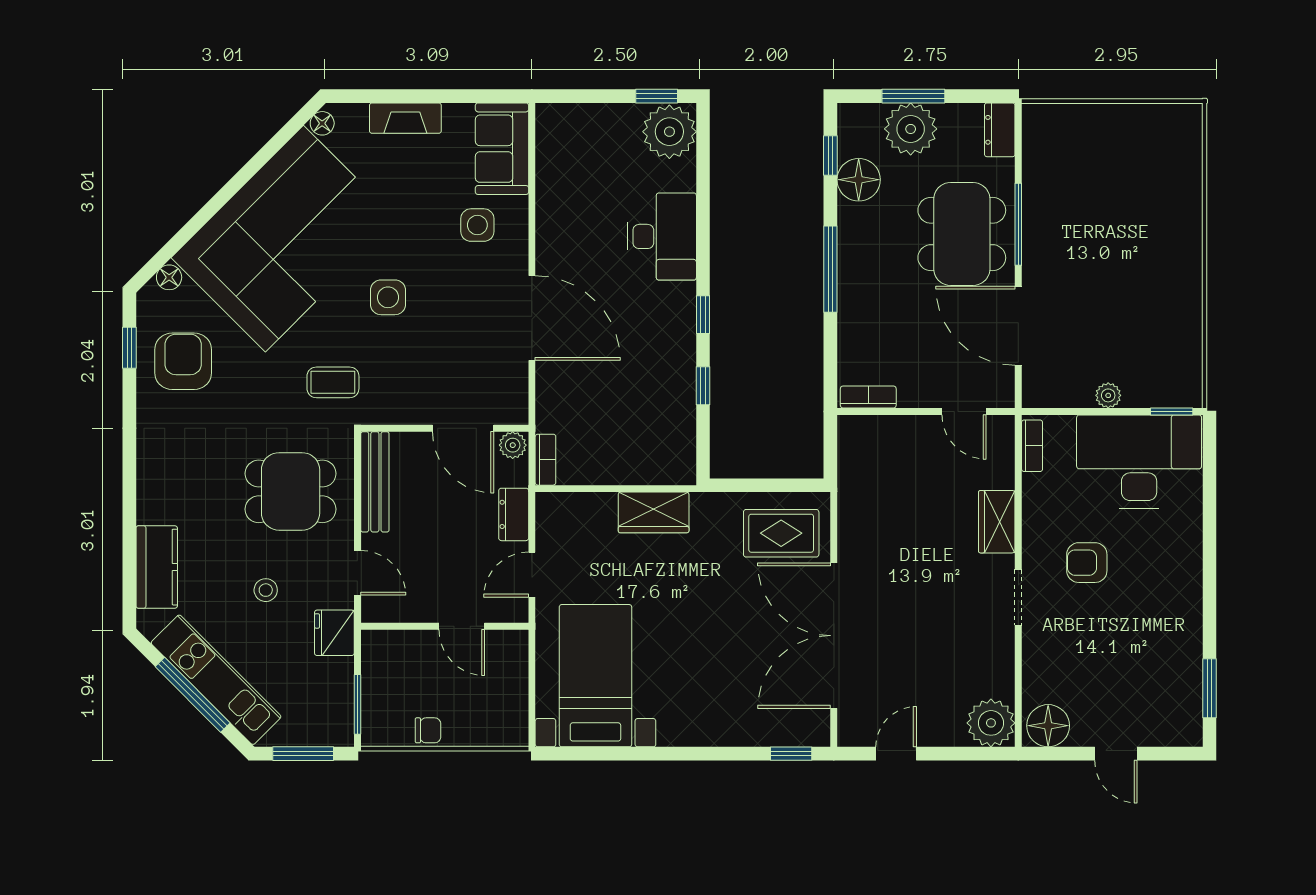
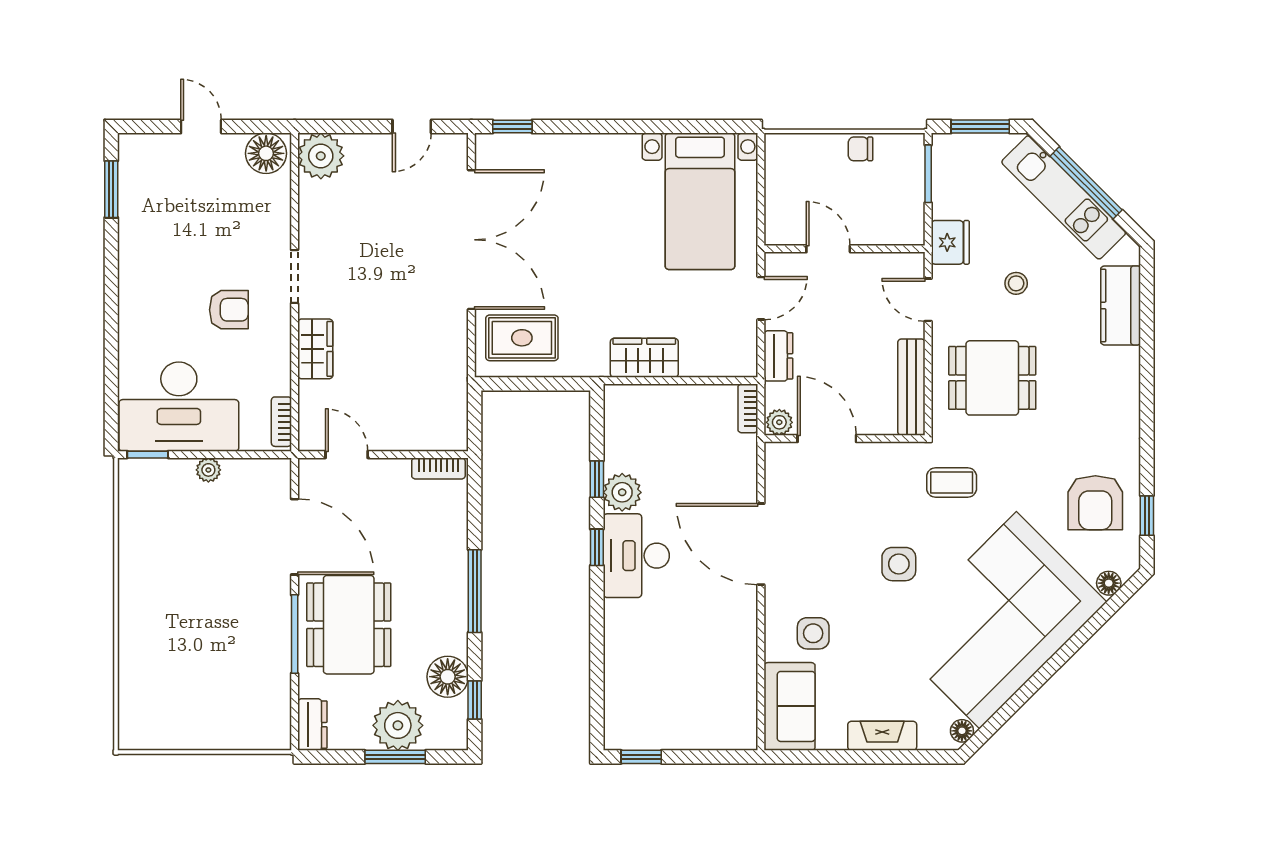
plant: (669, 132) -> (622, 492), moved, width x0.73, depth x0.73
desk: (662, 236) -> (636, 556), moved

